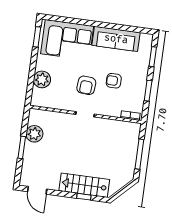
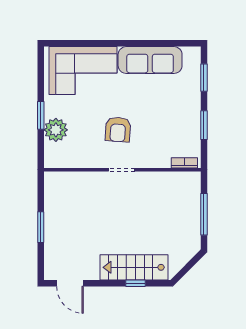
window: (37, 37) -> (41, 115), moved
armchair: (114, 81) -> (155, 118), removed
plant: (34, 134) -> (56, 206), removed

